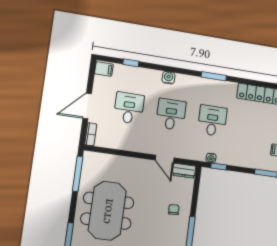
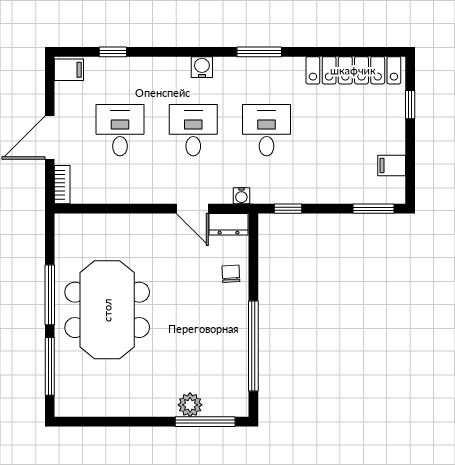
water cooler: (168, 78) -> (202, 67), moved
water cooler: (211, 158) -> (241, 196), moved
window: (78, 174) -> (50, 295), moved
chair: (174, 210) -> (231, 274), moved

